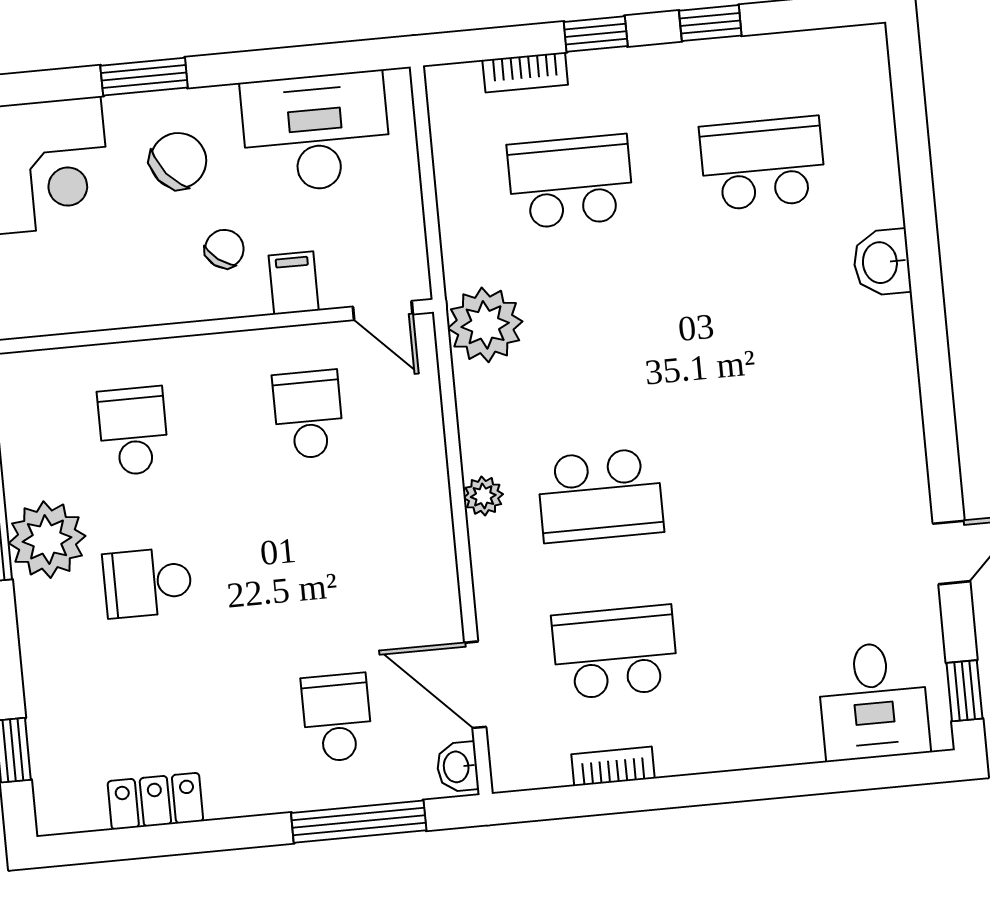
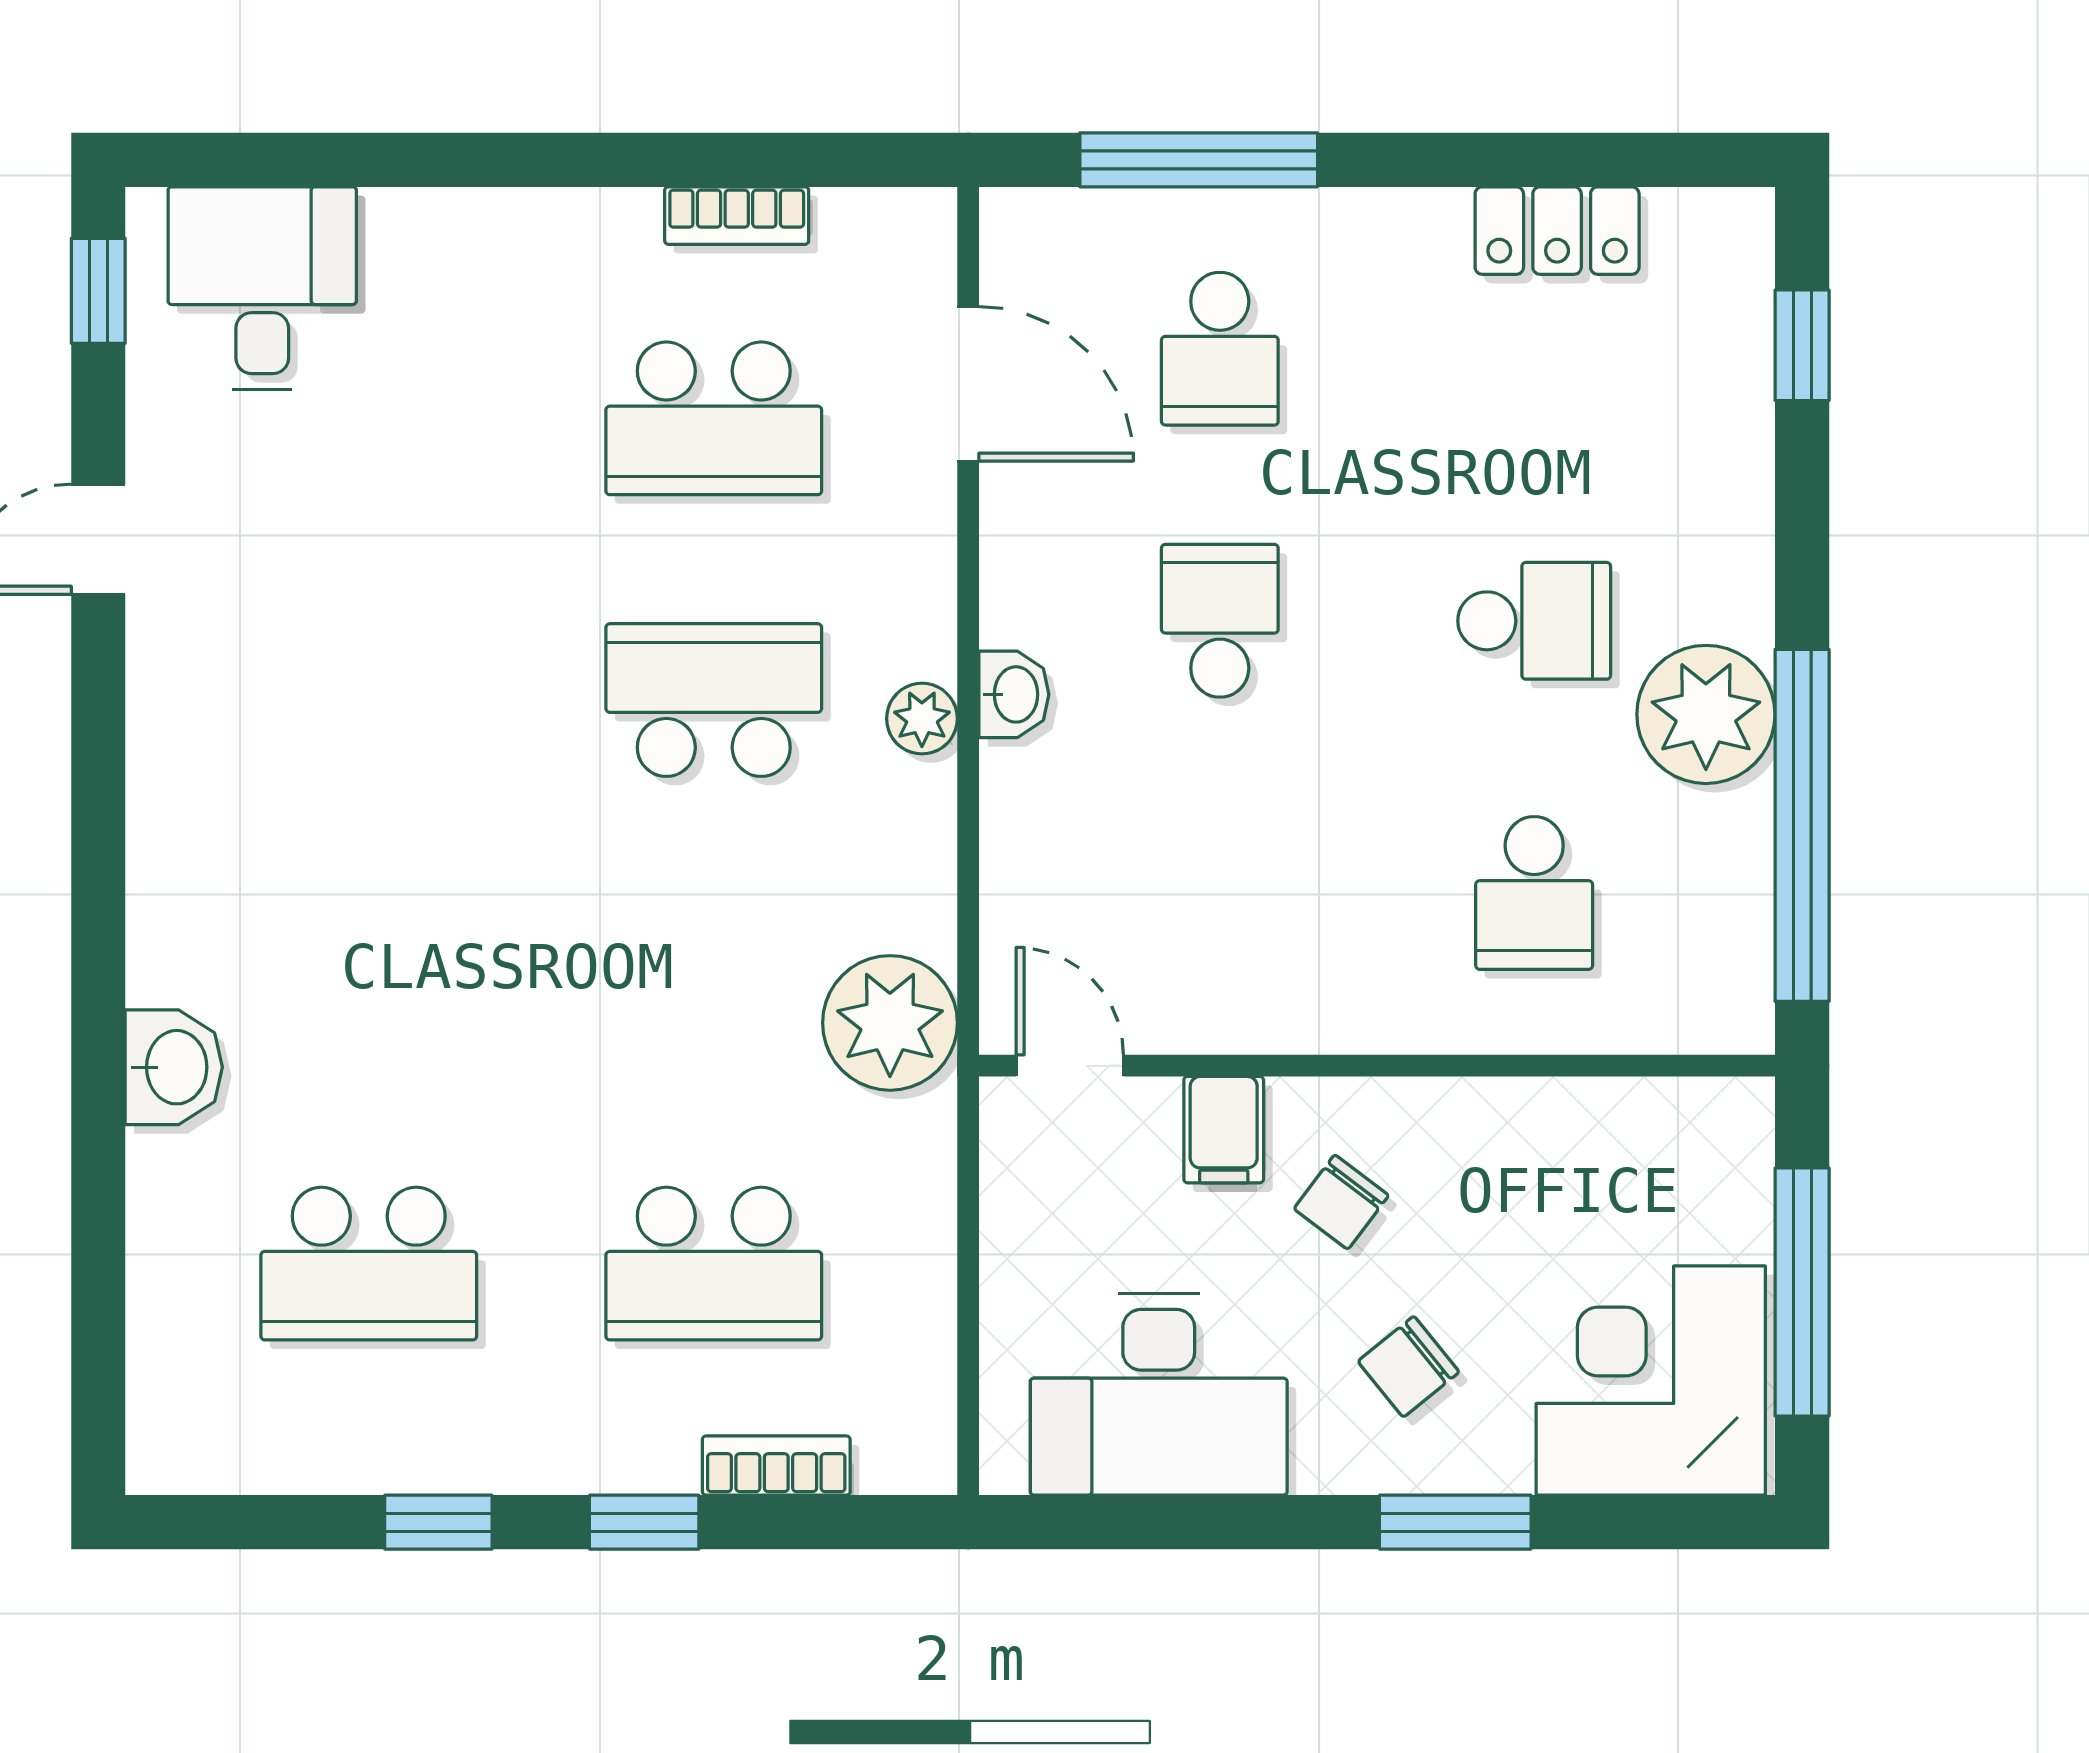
chair: (178, 161) -> (1409, 1367), width x0.73, depth x0.73
school desk: (308, 415) -> (1220, 621), moved, turned 180
washbasin: (457, 767) -> (1014, 694), moved

